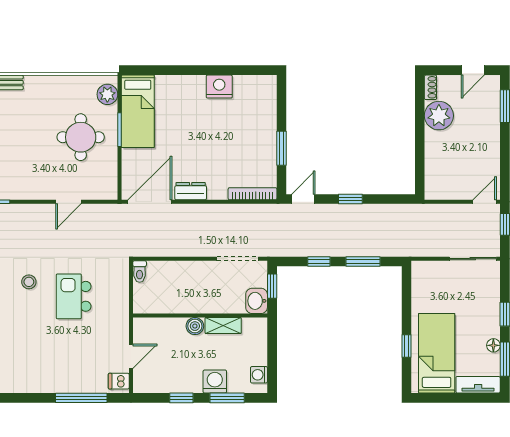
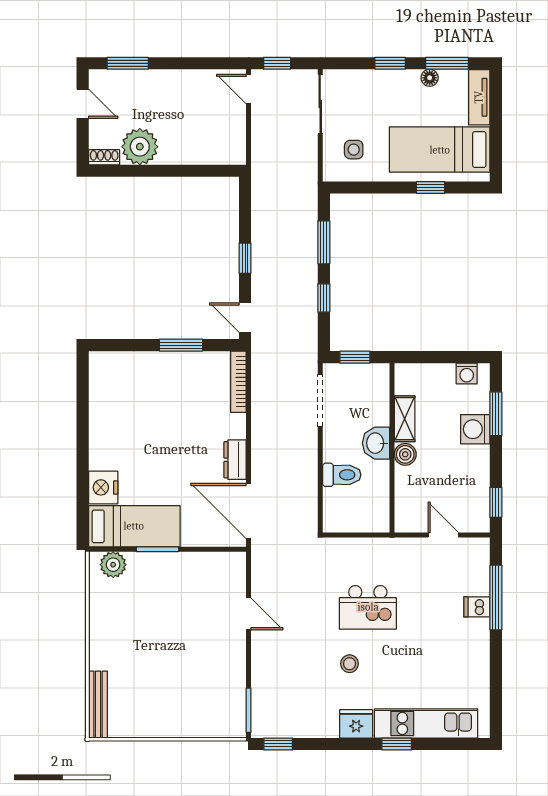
nightstand: (219, 87) -> (103, 487), moved
round table: (81, 137) -> (167, 598), removed
toilet: (140, 272) -> (342, 475), moved, width x1.37, depth x1.39
side table: (437, 285) -> (354, 150), added
washbasin: (257, 301) -> (376, 443), moved, turned 90
dishwasher: (119, 381) -> (477, 607), moved, turned 90
window: (181, 398) -> (496, 502), moved

